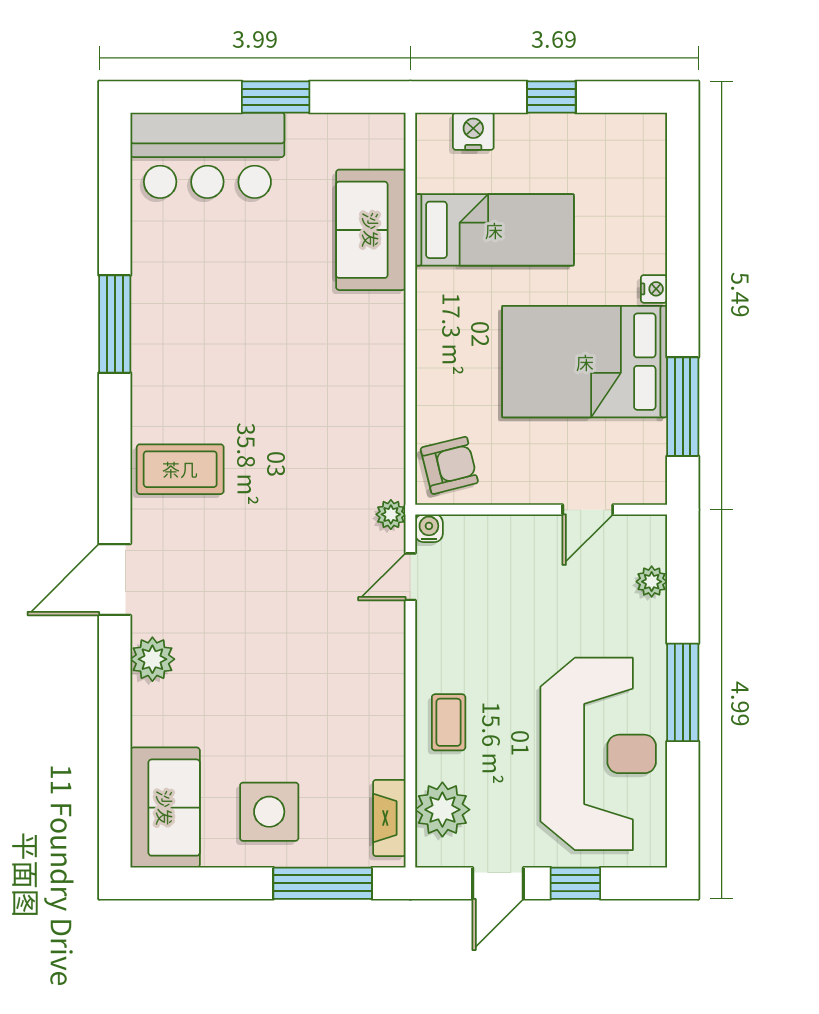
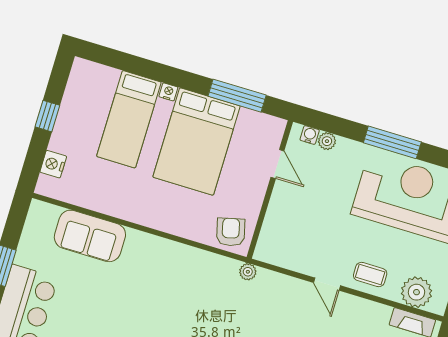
bed: (494, 230) -> (129, 119), moved, turned 180
water cooler: (429, 528) -> (310, 135), moved, turned 90
door: (410, 577) -> (327, 284), moved

